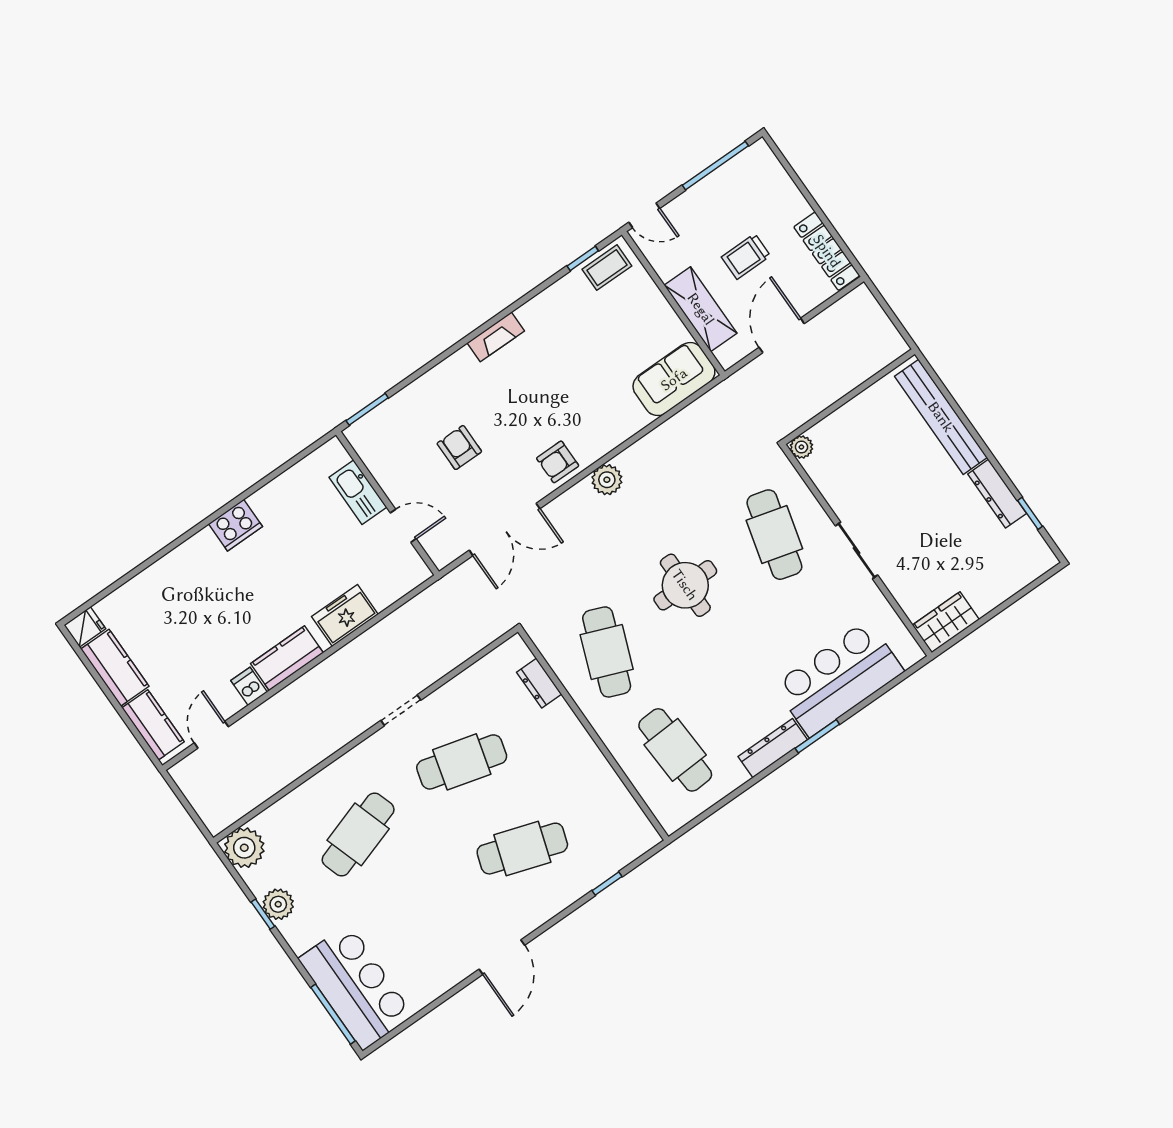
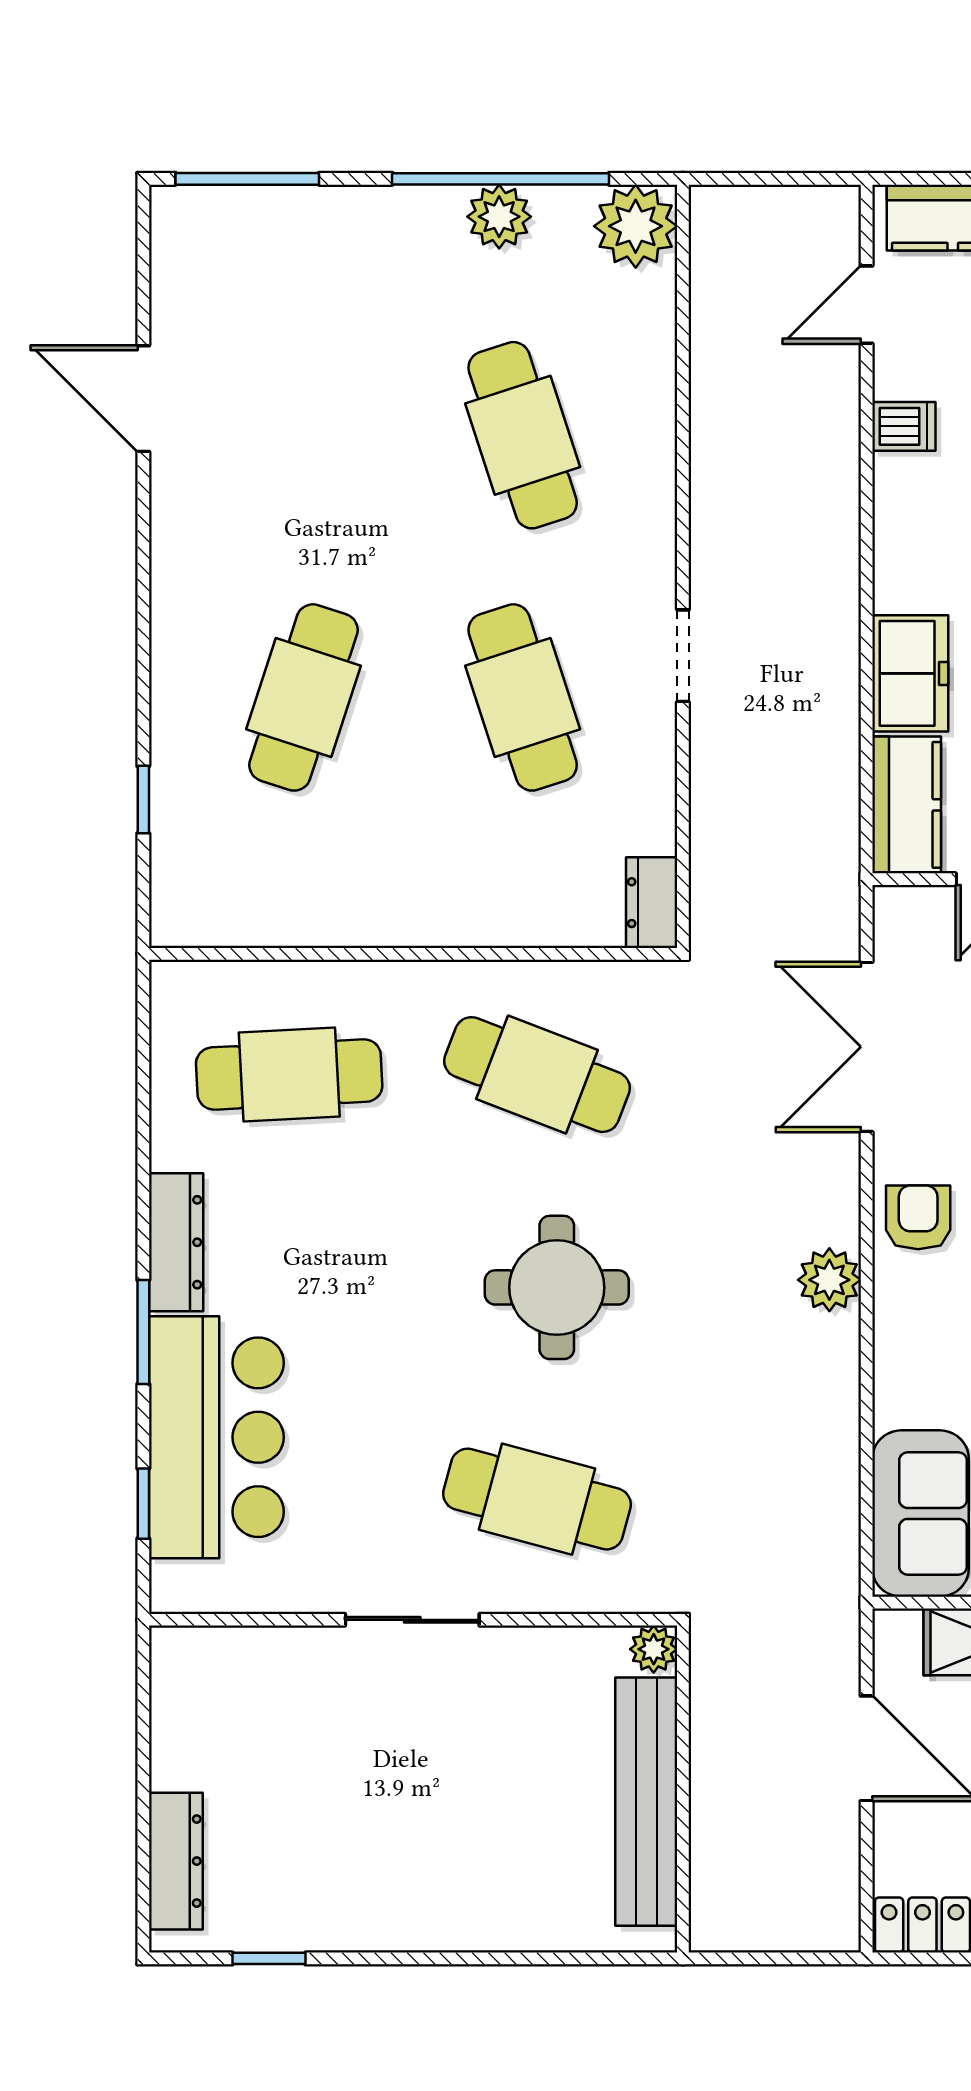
bench: (941, 417) -> (646, 1802), moved, turned 90
dresser: (997, 494) -> (176, 1861), moved, turned 90
wardrobe: (946, 622) -> (184, 1686), removed
kitchen counter: (287, 658) -> (907, 805), moved
dresser: (539, 683) -> (652, 903), moved, turned -90
window: (885, 689) -> (143, 1504), added
door: (211, 735) -> (867, 305), swing flipped
cafe table: (462, 762) -> (523, 697), turned -33
window: (263, 914) -> (501, 179), width x3.17
door: (502, 957) -> (143, 399), moved
bar counter: (356, 987) -> (266, 250), removed

